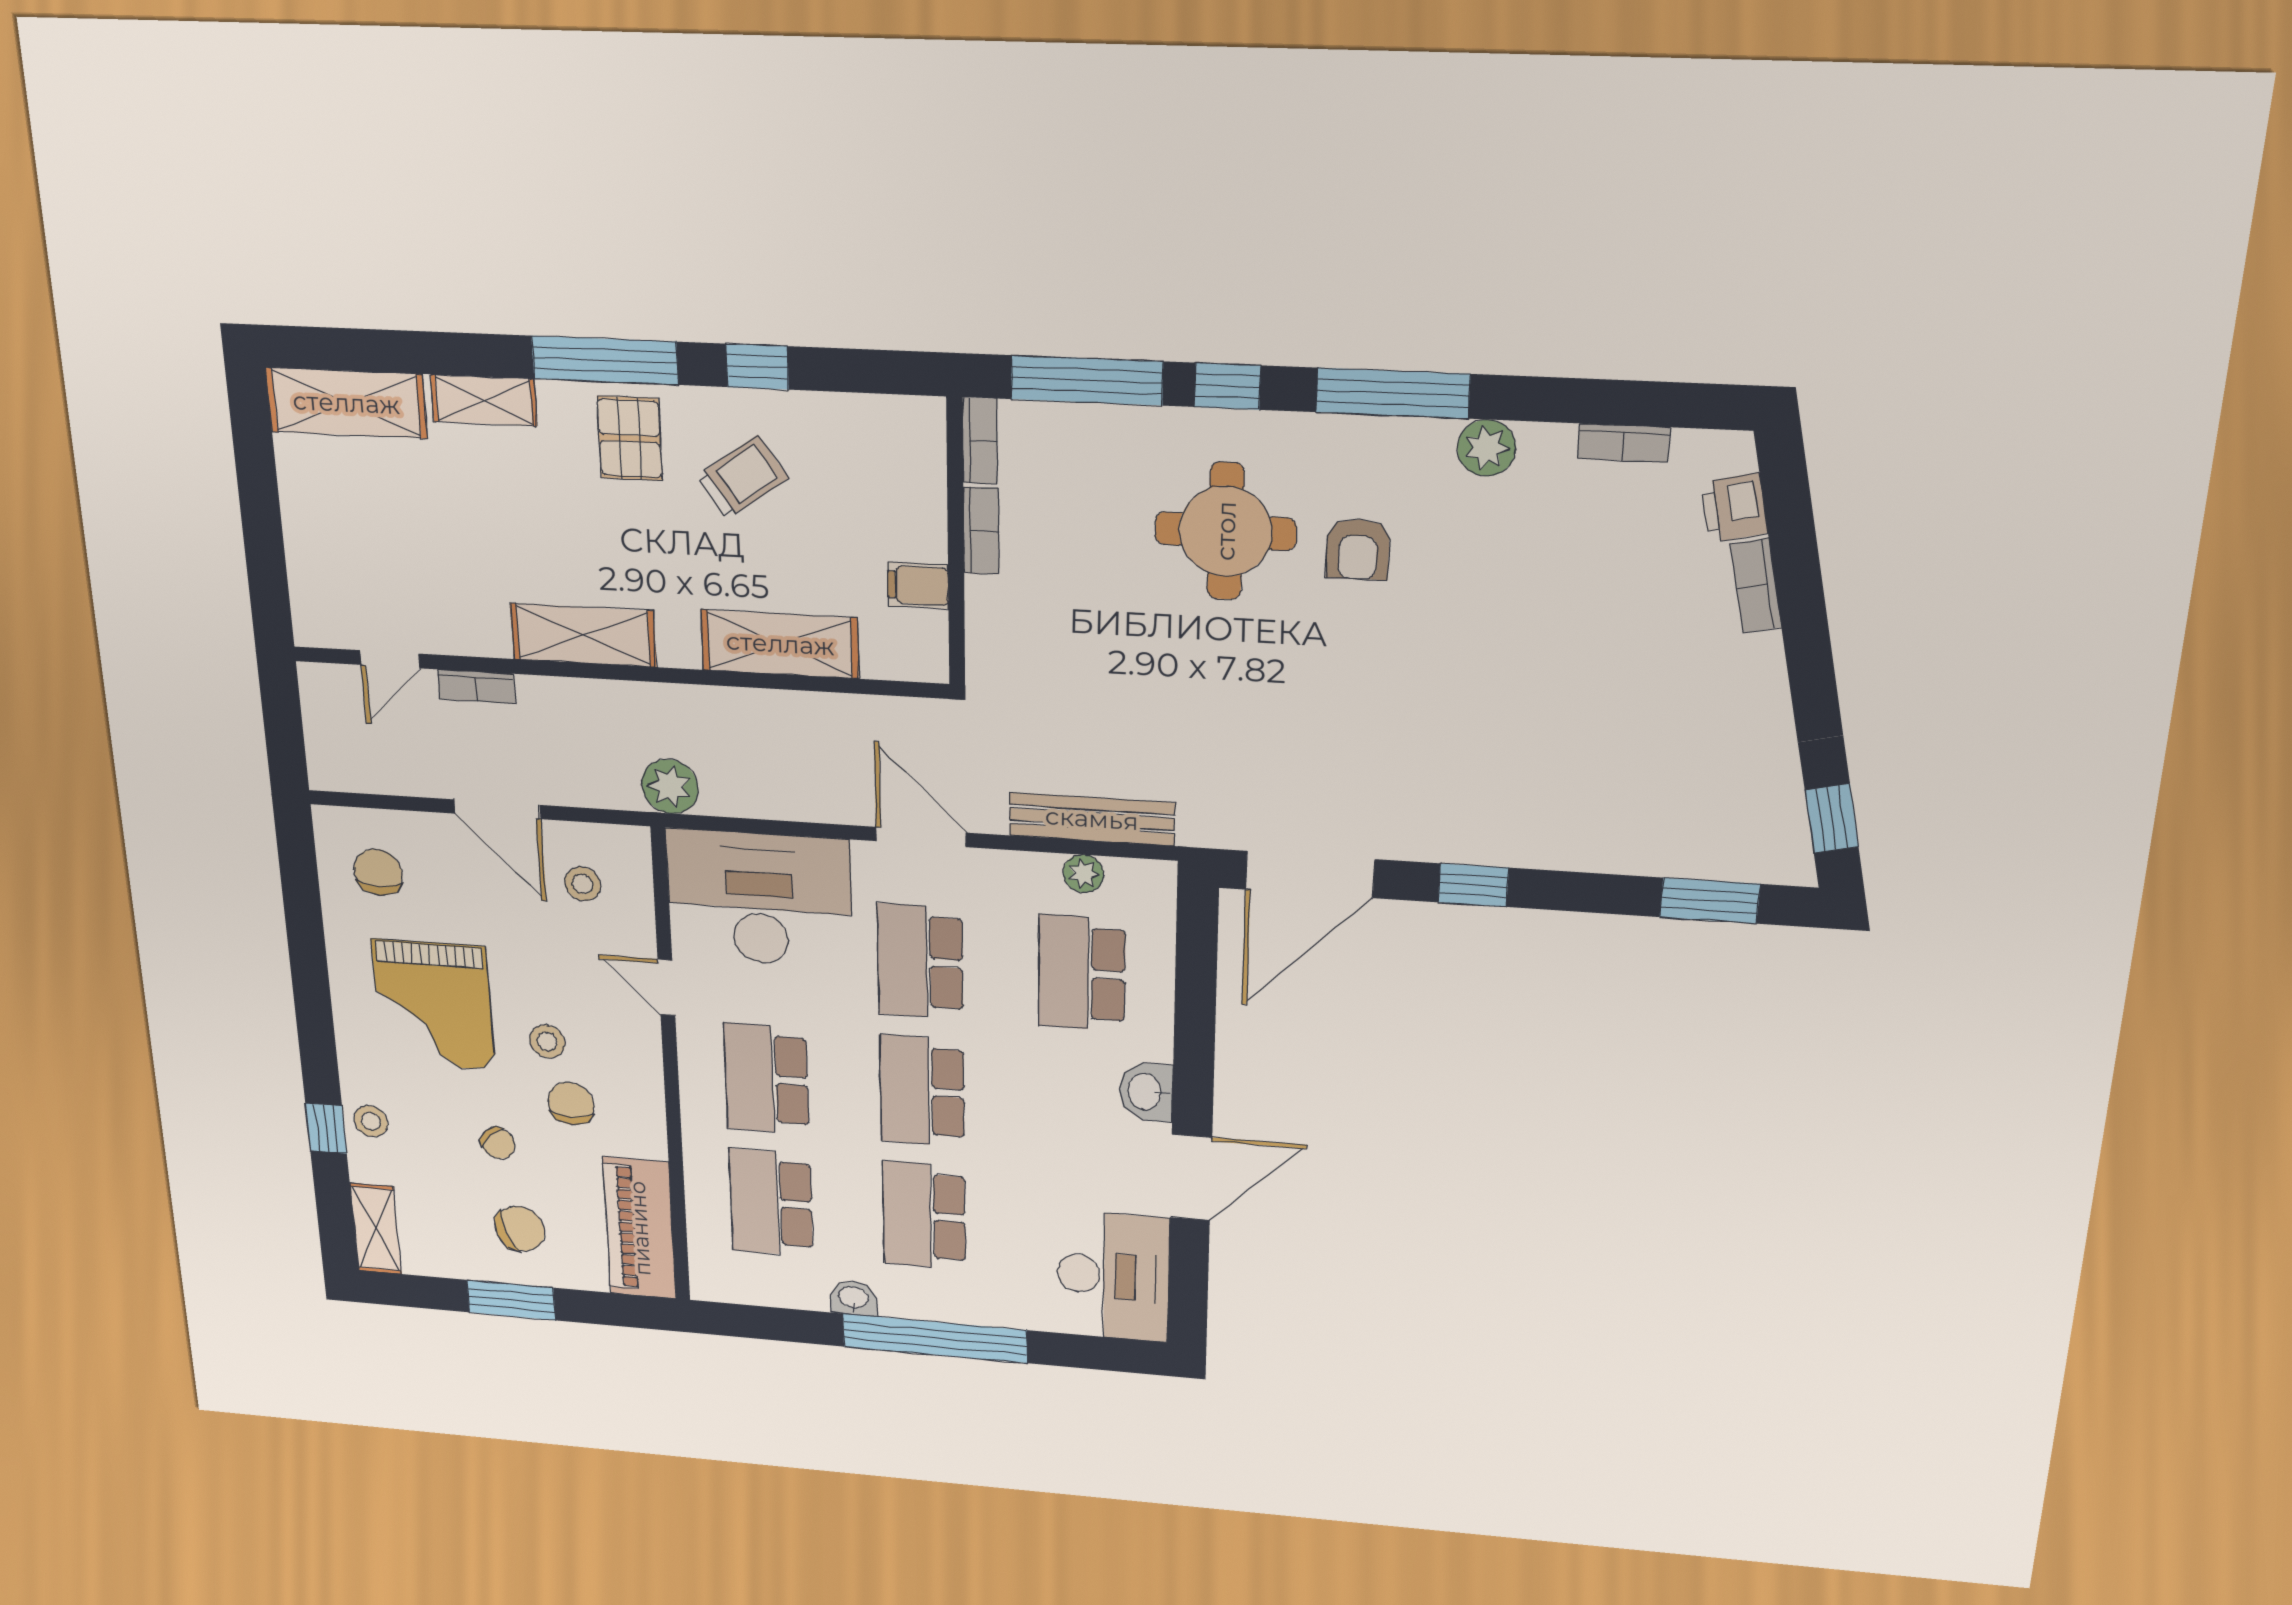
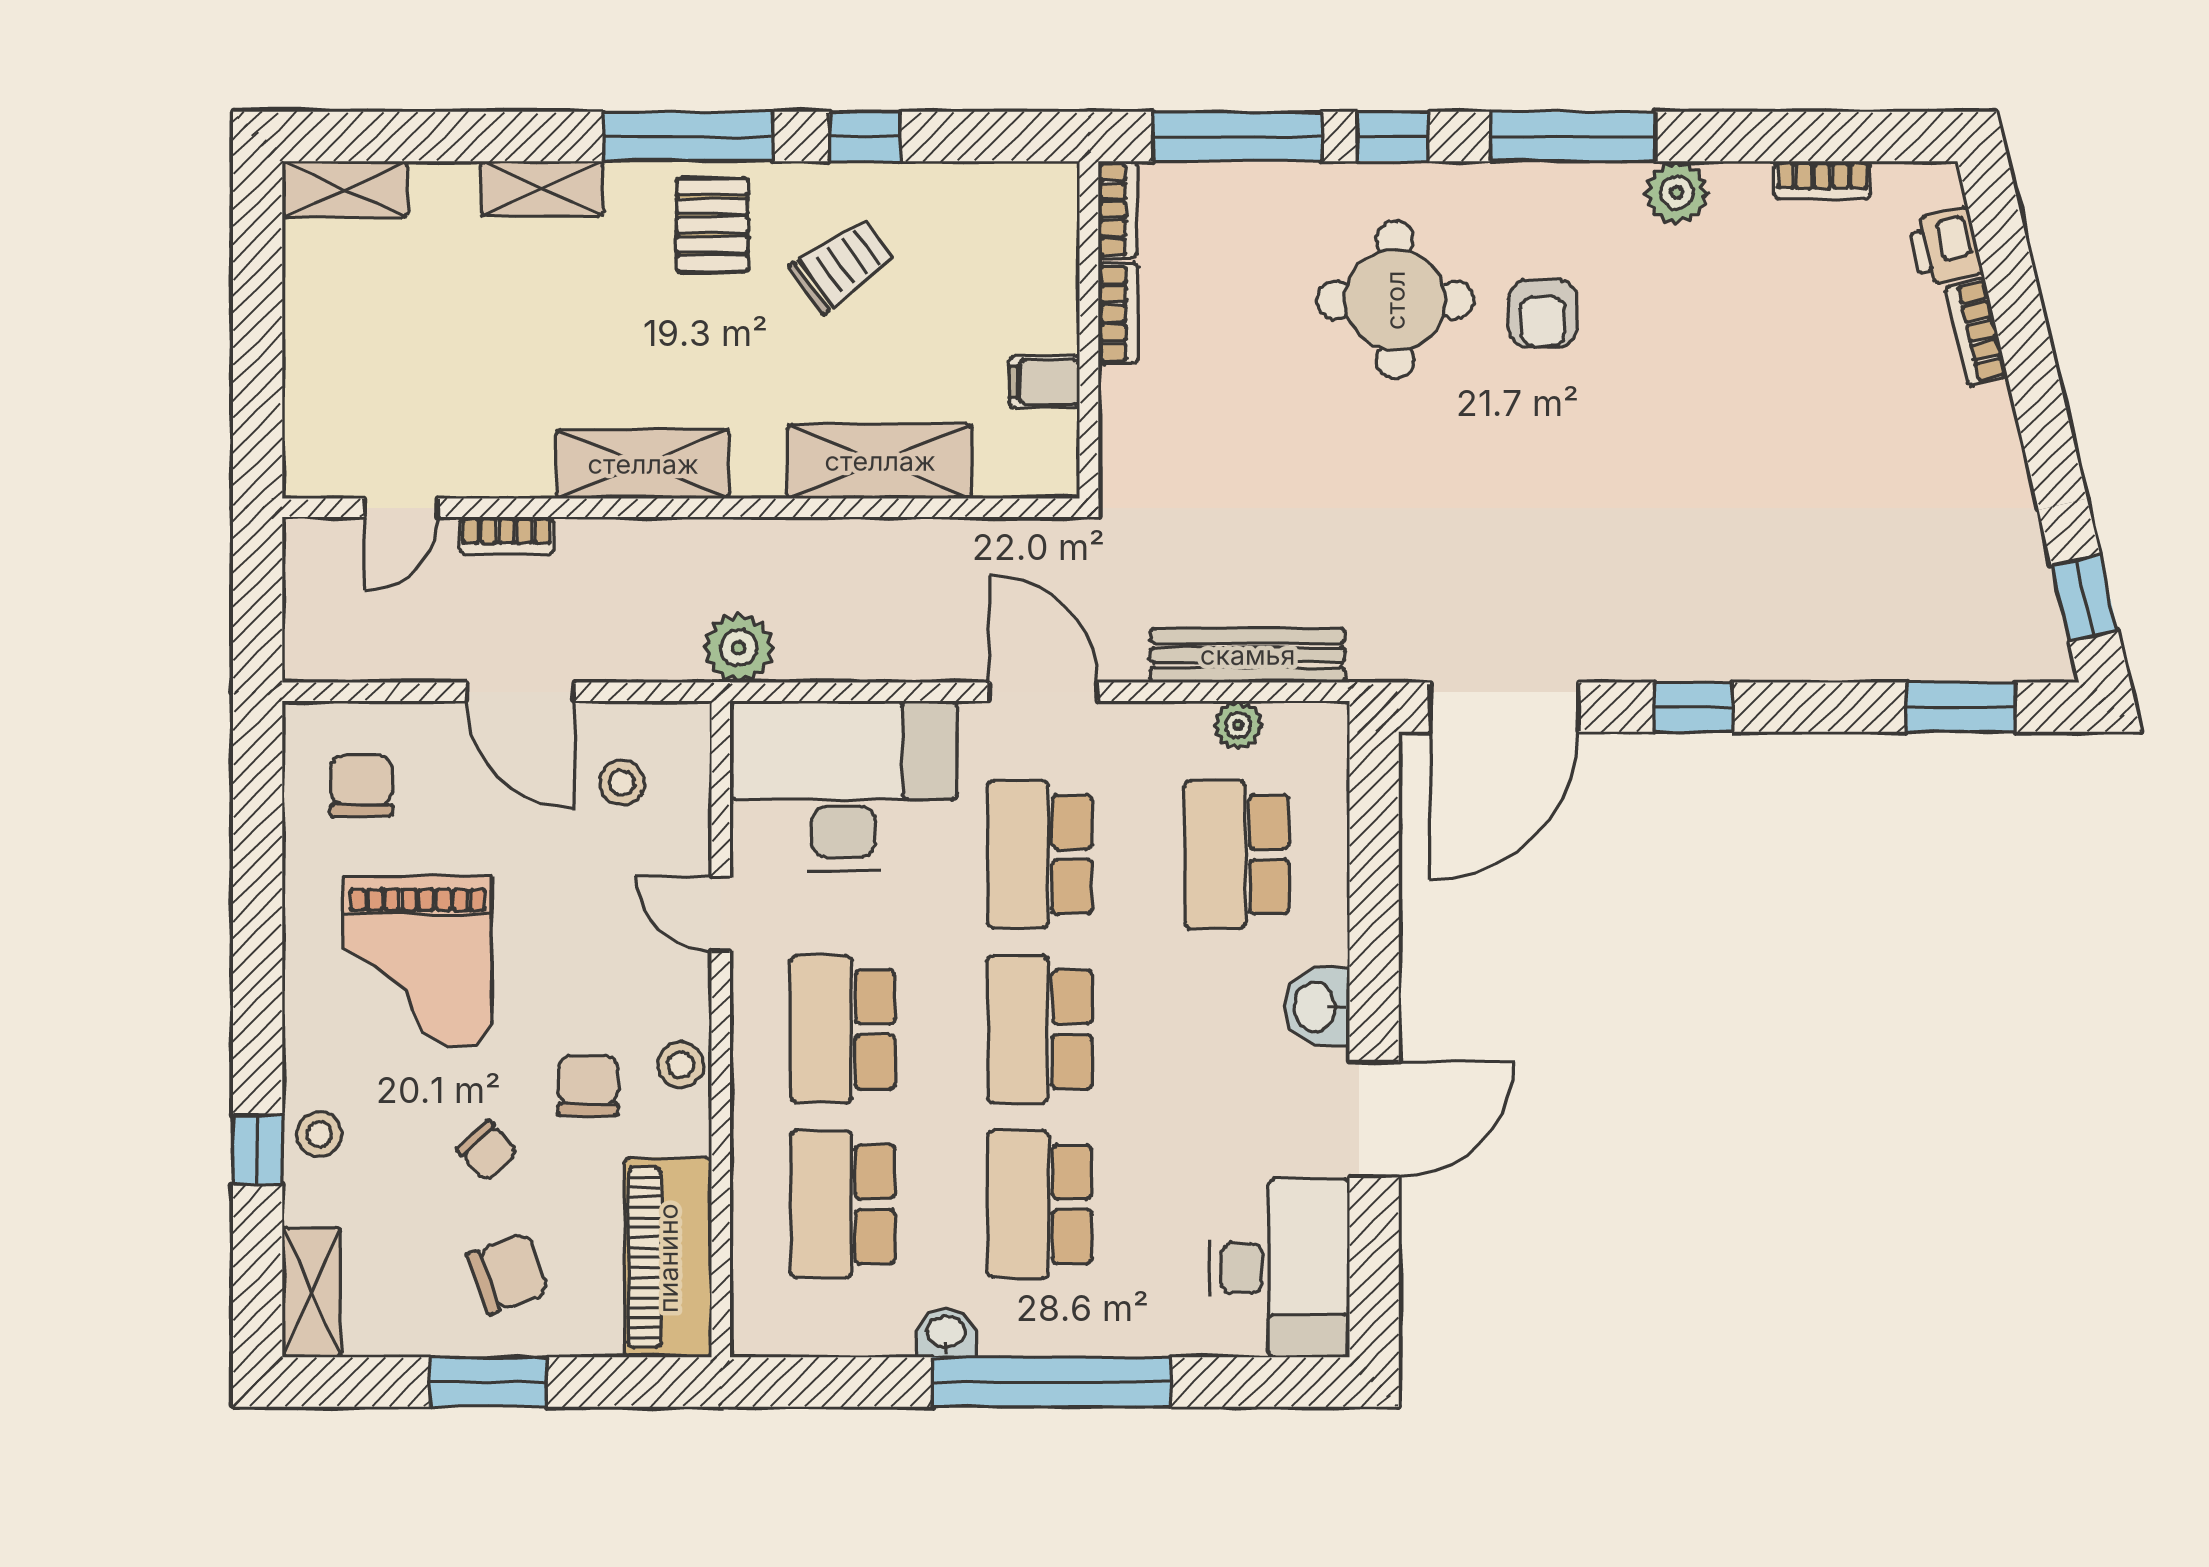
shelving: (346, 403) -> (345, 189), width x0.67, depth x0.75
stool: (547, 1041) -> (681, 1065), moved

